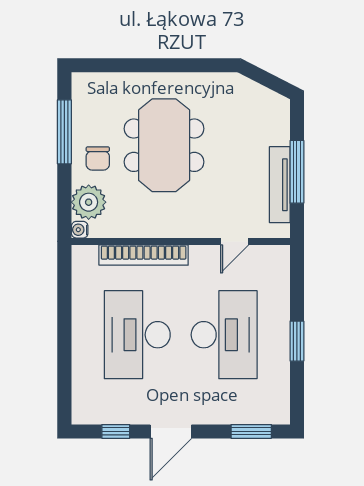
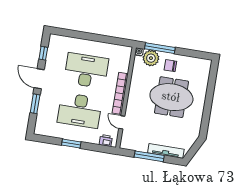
window: (64, 132) -> (160, 48), moved
tv unit: (280, 185) -> (166, 151), moved
bookcase: (144, 255) -> (120, 93), moved
printer: (279, 269) -> (106, 141), added
window: (251, 431) -> (35, 104), moved

